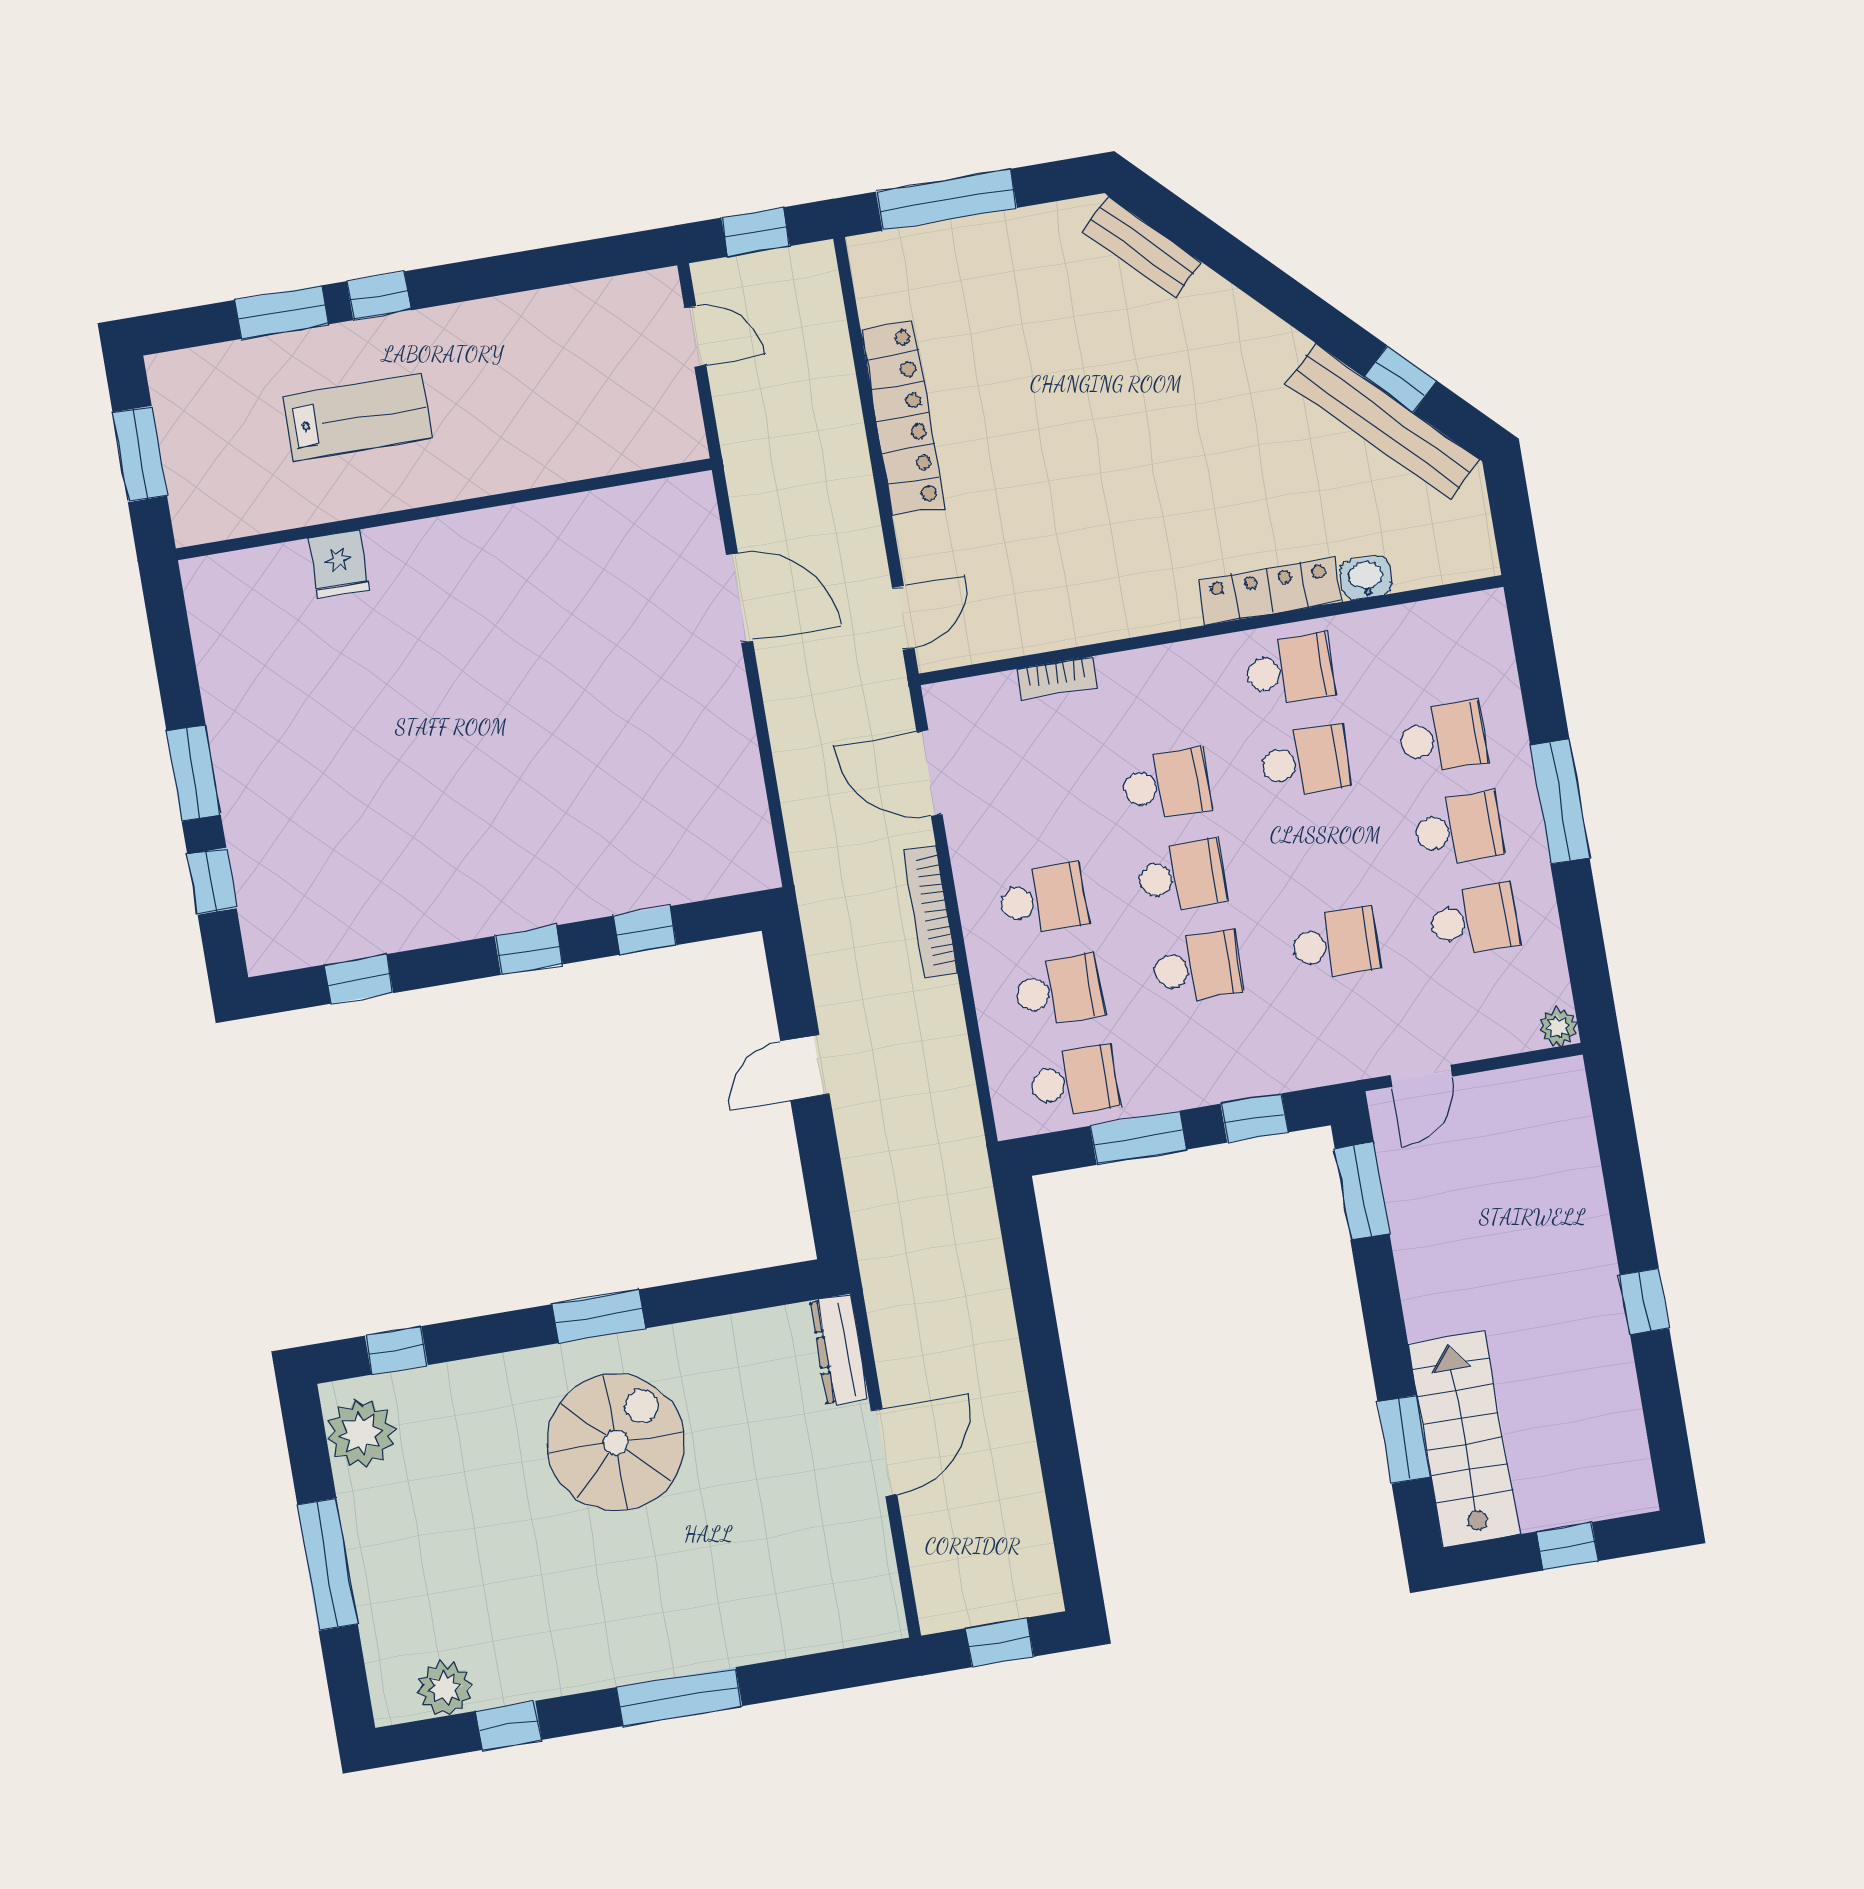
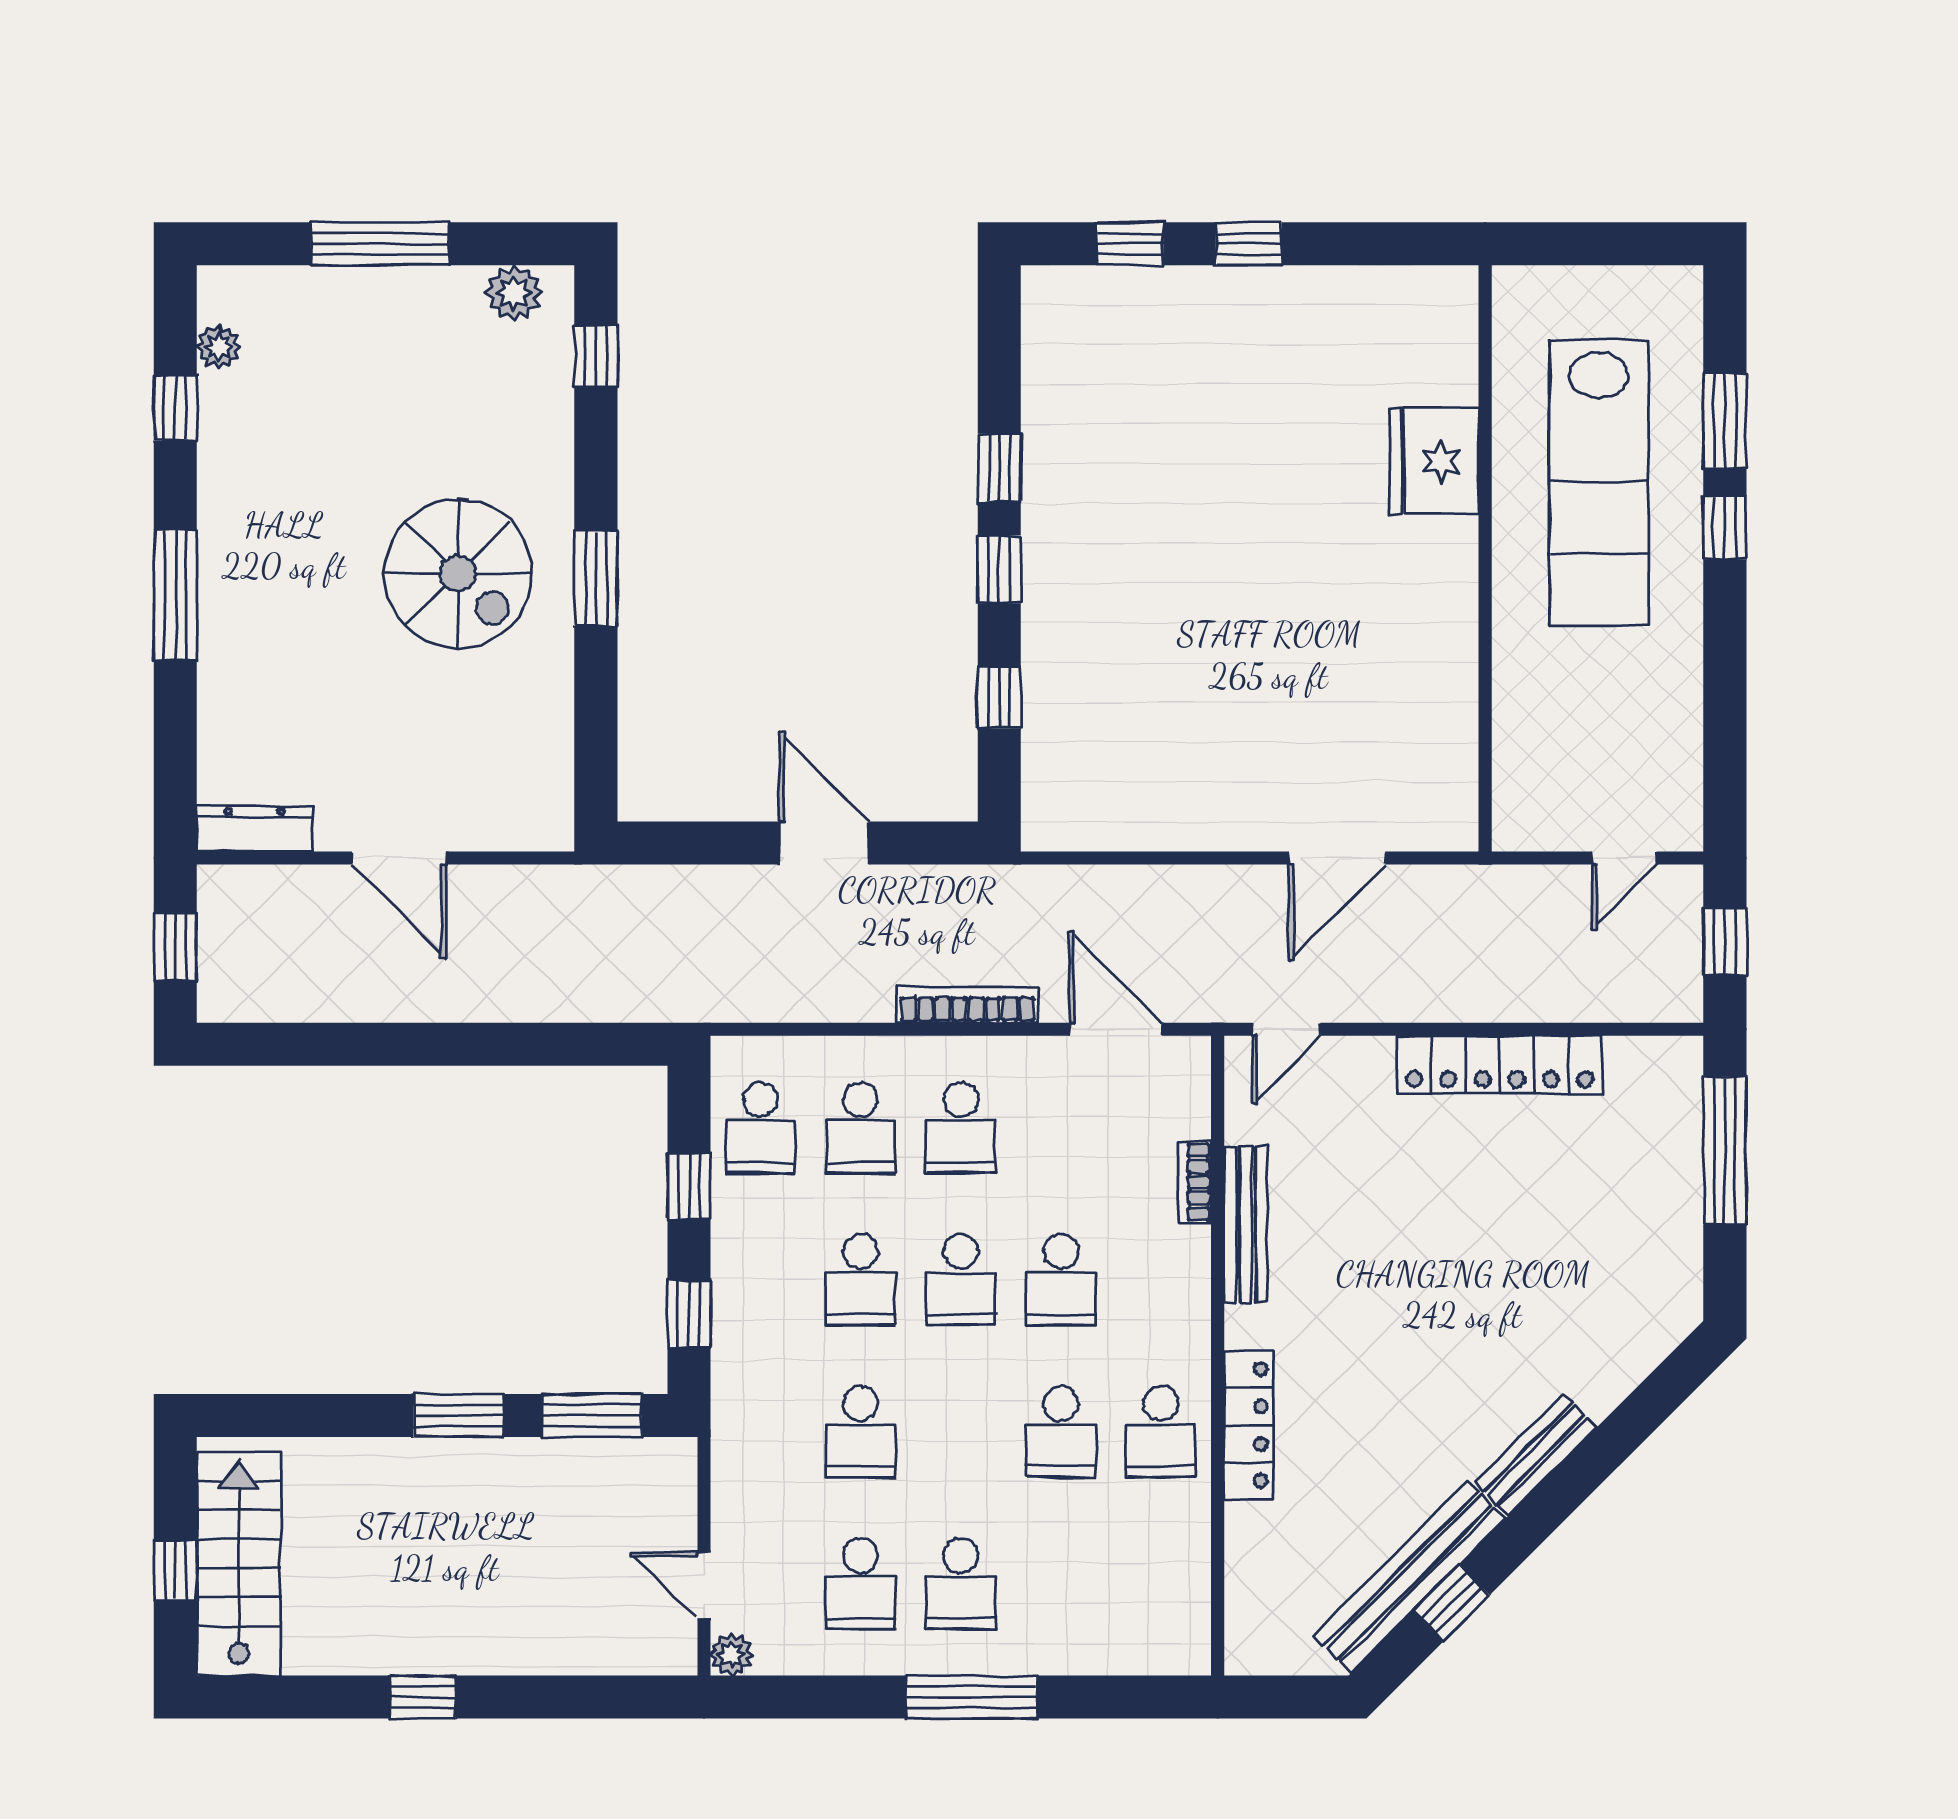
bench: (1142, 246) -> (1536, 1455), moved
lab bench: (358, 417) -> (1599, 483), width x1.86, depth x1.39
window: (140, 454) -> (1599, 244), removed
fridge: (339, 564) -> (1434, 461), width x1.88, depth x1.34
washbasin: (1366, 578) -> (1246, 1530), removed
door: (903, 618) -> (1286, 1029), hinge flipped
bench: (1087, 625) -> (1246, 1224), added
school desk: (1443, 738) -> (1061, 1584), removed
window: (194, 773) -> (1249, 244), width x0.67
door: (930, 773) -> (1116, 1029), hinge flipped
window: (359, 979) -> (999, 468), moved
door: (805, 1068) -> (824, 843), width x1.38
door: (1421, 1076) -> (704, 1585), moved
window: (1138, 1138) -> (689, 1186), width x0.67
dresser: (839, 1350) -> (255, 829), moved
plant: (361, 1433) -> (514, 293), width x0.73, depth x0.73
window: (1404, 1439) -> (458, 1416), moved
stairs: (1464, 1439) -> (239, 1564), moved, turned -90
plant: (445, 1688) -> (219, 347), width x0.73, depth x0.73

